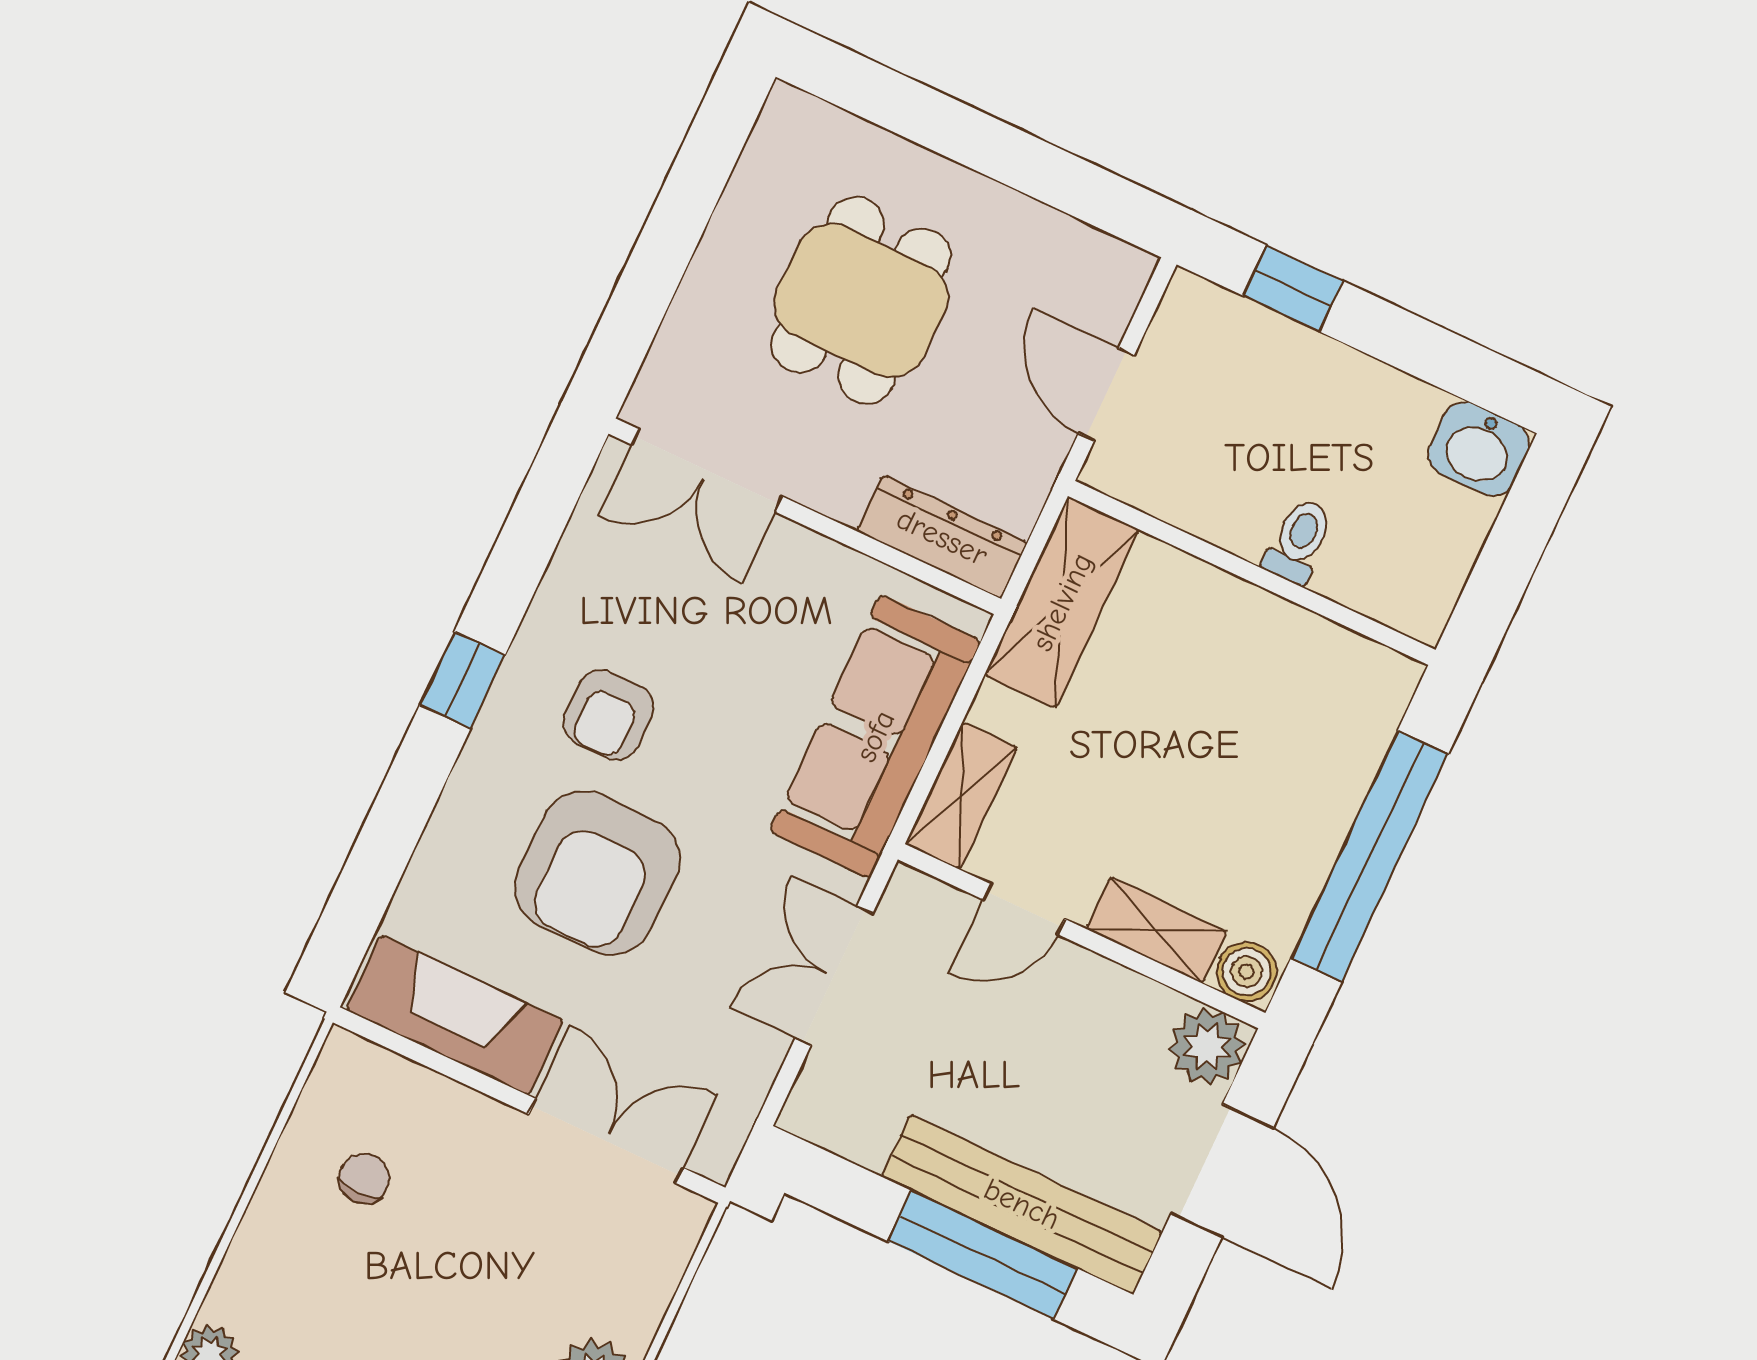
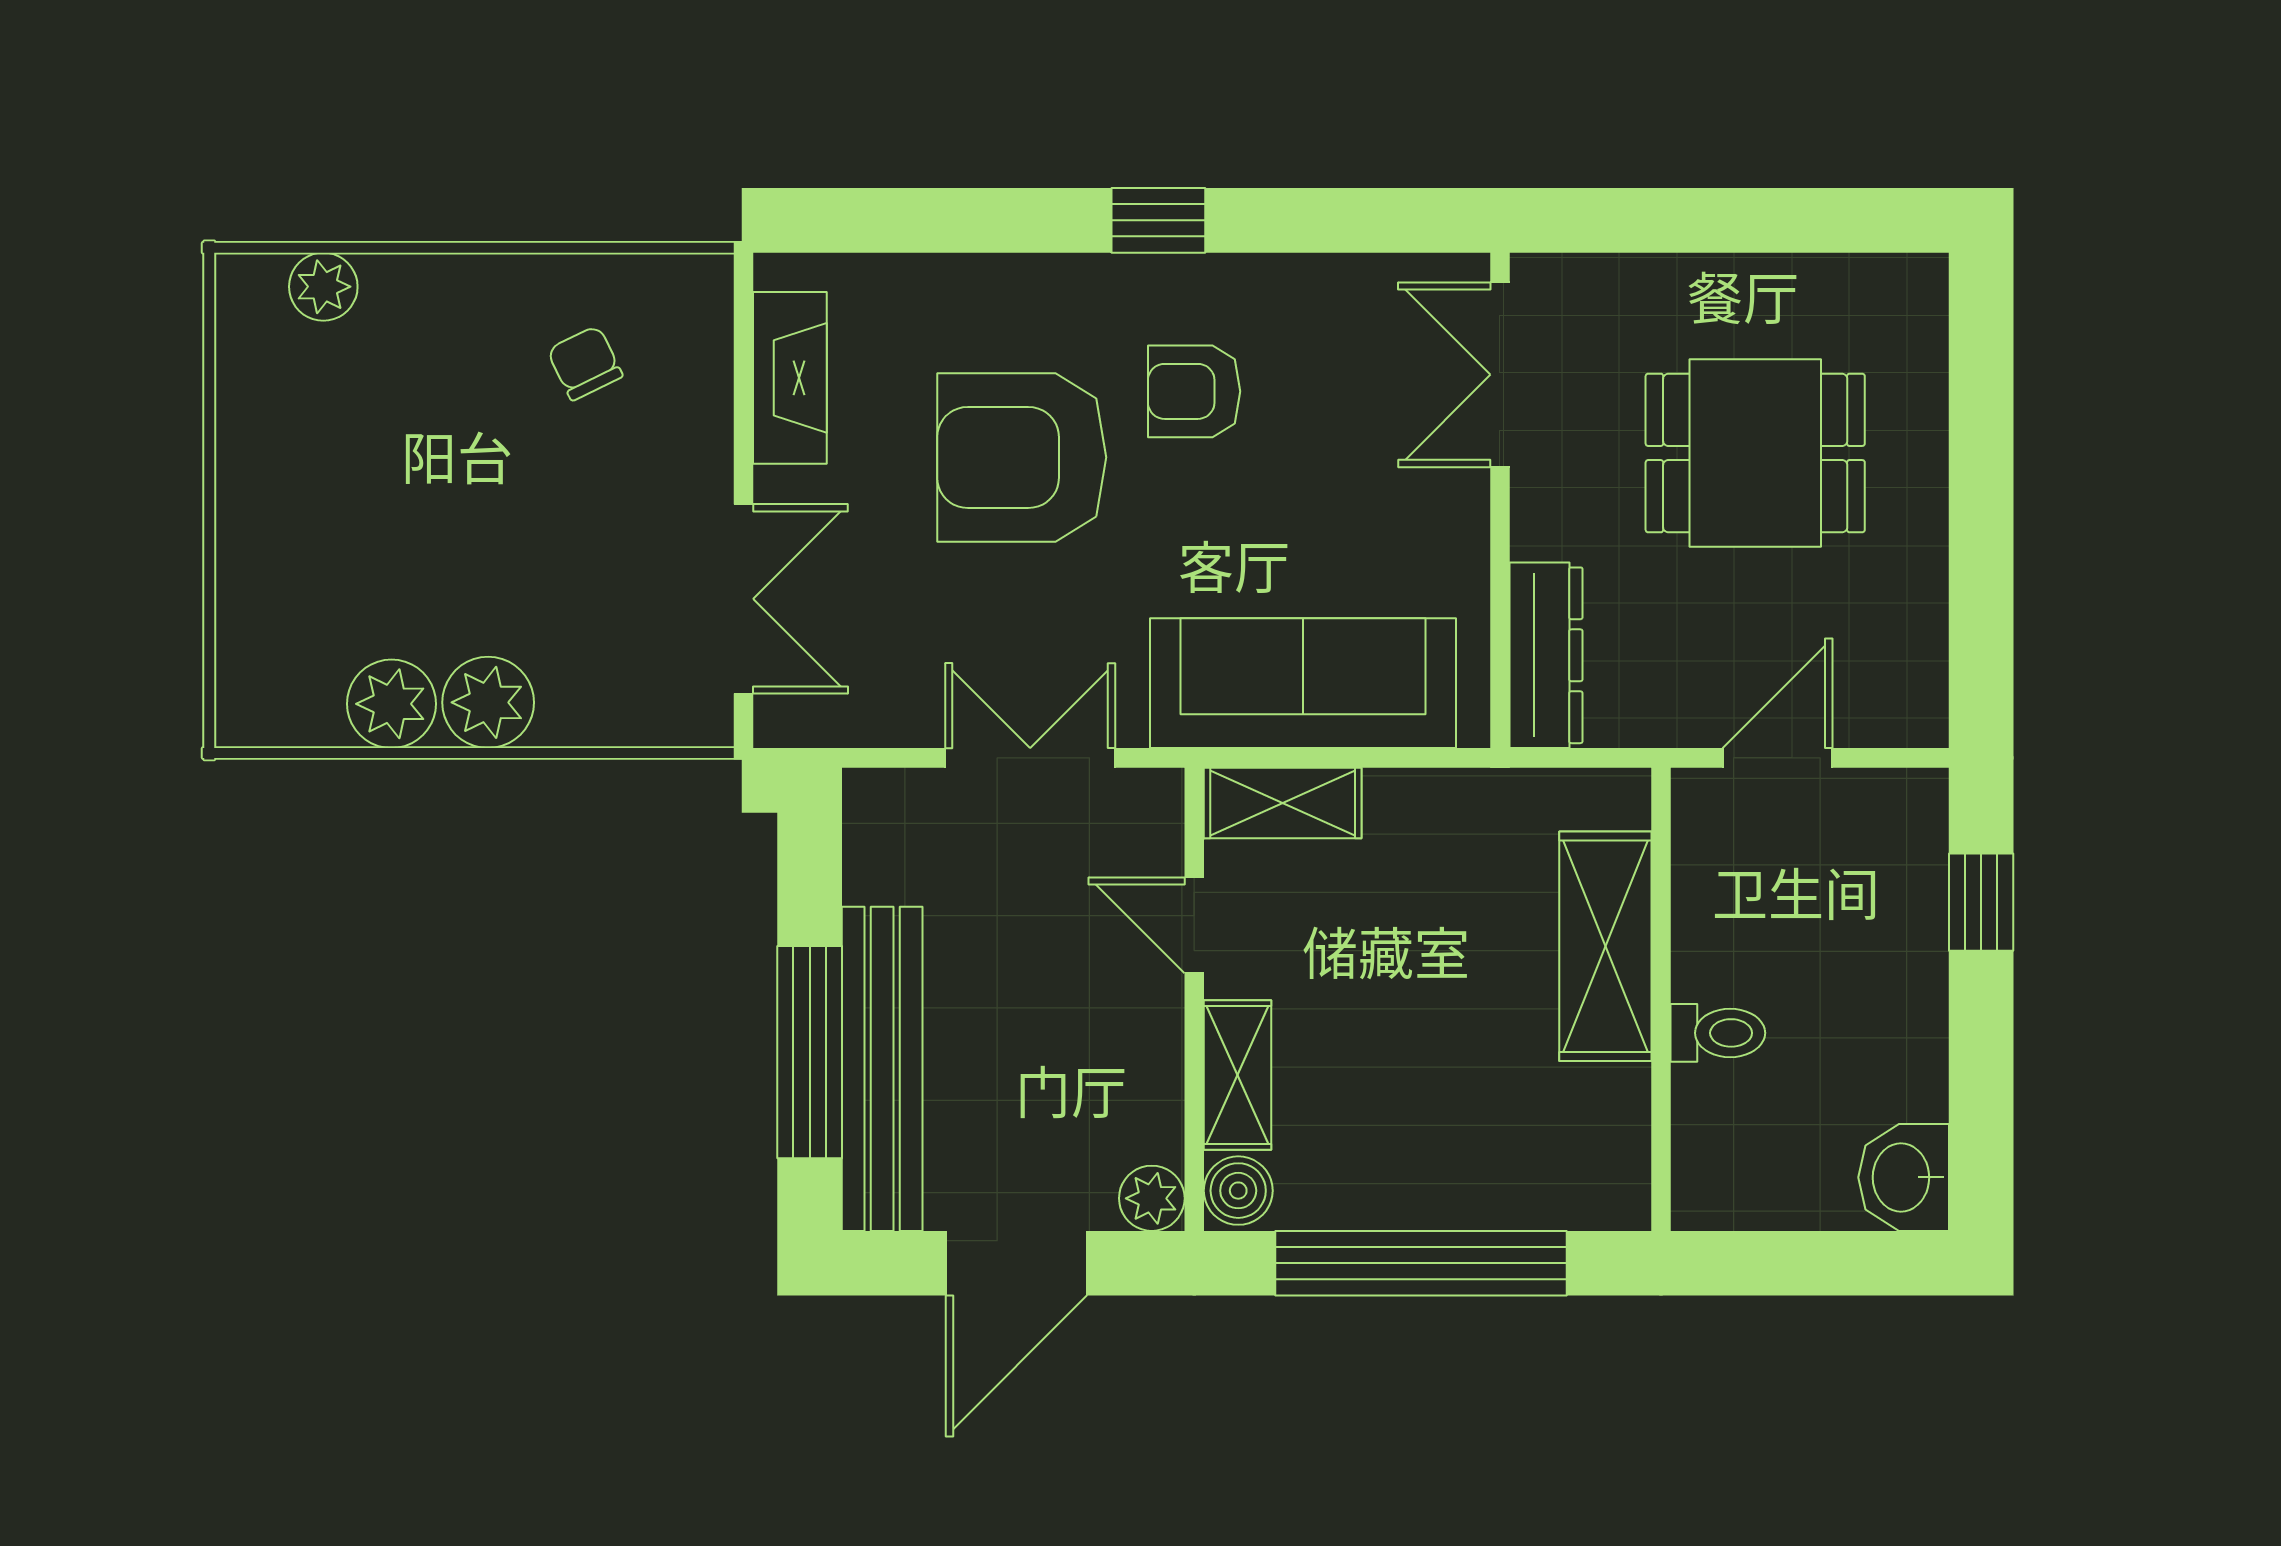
shelving: (1062, 602) -> (1605, 946), moved, turned 90
fireplace: (455, 1015) -> (790, 378), width x0.73, depth x0.76
plant: (1207, 1047) -> (1152, 1198), width x0.73, depth x0.73
chair: (364, 1178) -> (585, 363), turned -116

